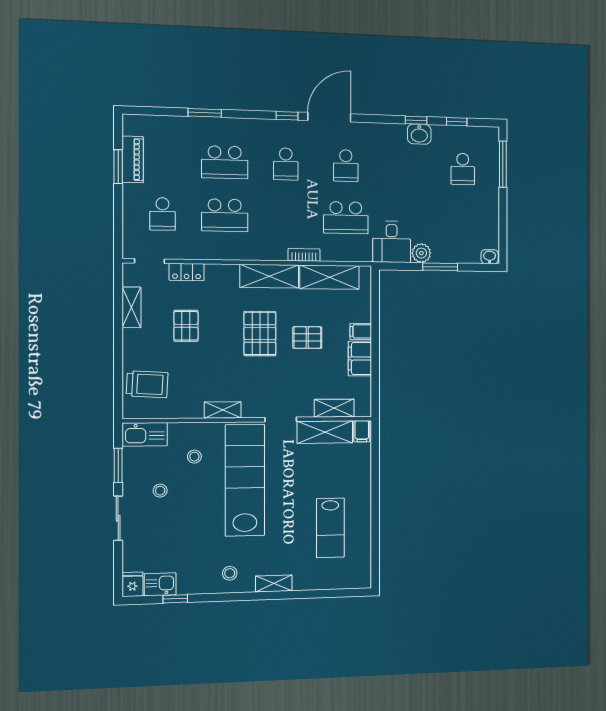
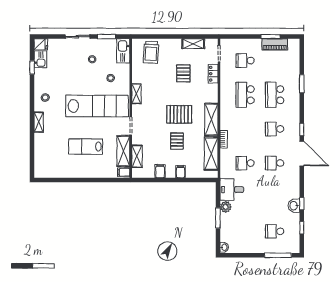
school desk: (346, 218) -> (245, 163), width x0.54
pallet: (186, 326) -> (183, 73), turned 90
filing cabinet: (360, 358) -> (160, 171), width x0.50
lab bench: (330, 528) -> (86, 147), moved

